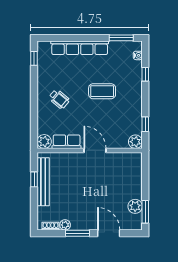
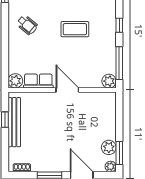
window: (145, 74) -> (119, 25), moved
wheelchair: (59, 99) -> (27, 25), moved
window: (145, 124) -> (119, 63), width x2.17
plant: (65, 225) -> (111, 167), moved

